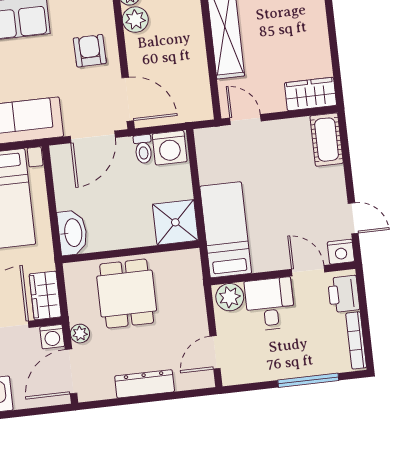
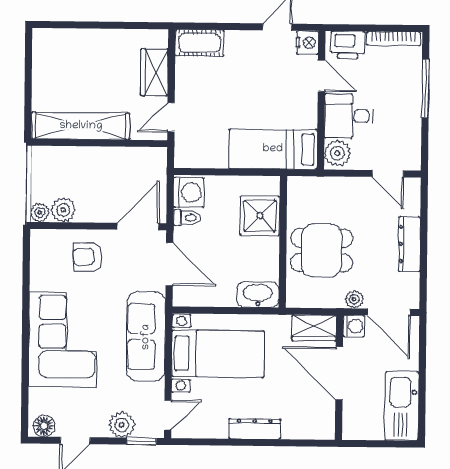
wardrobe: (311, 94) -> (154, 72), moved
shower: (175, 222) -> (260, 216), moved
door: (308, 271) -> (321, 76), swing flipped

